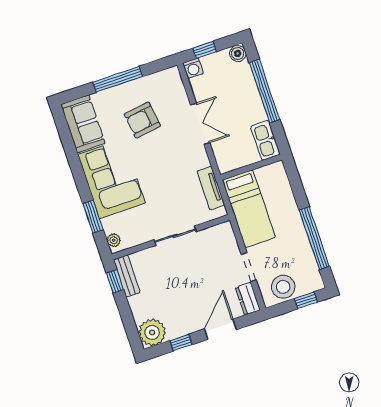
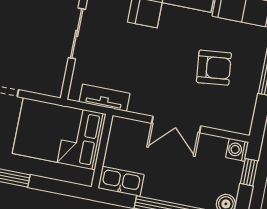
armchair: (142, 120) -> (214, 68), turned 92
bed: (249, 209) -> (59, 134), width x1.50

